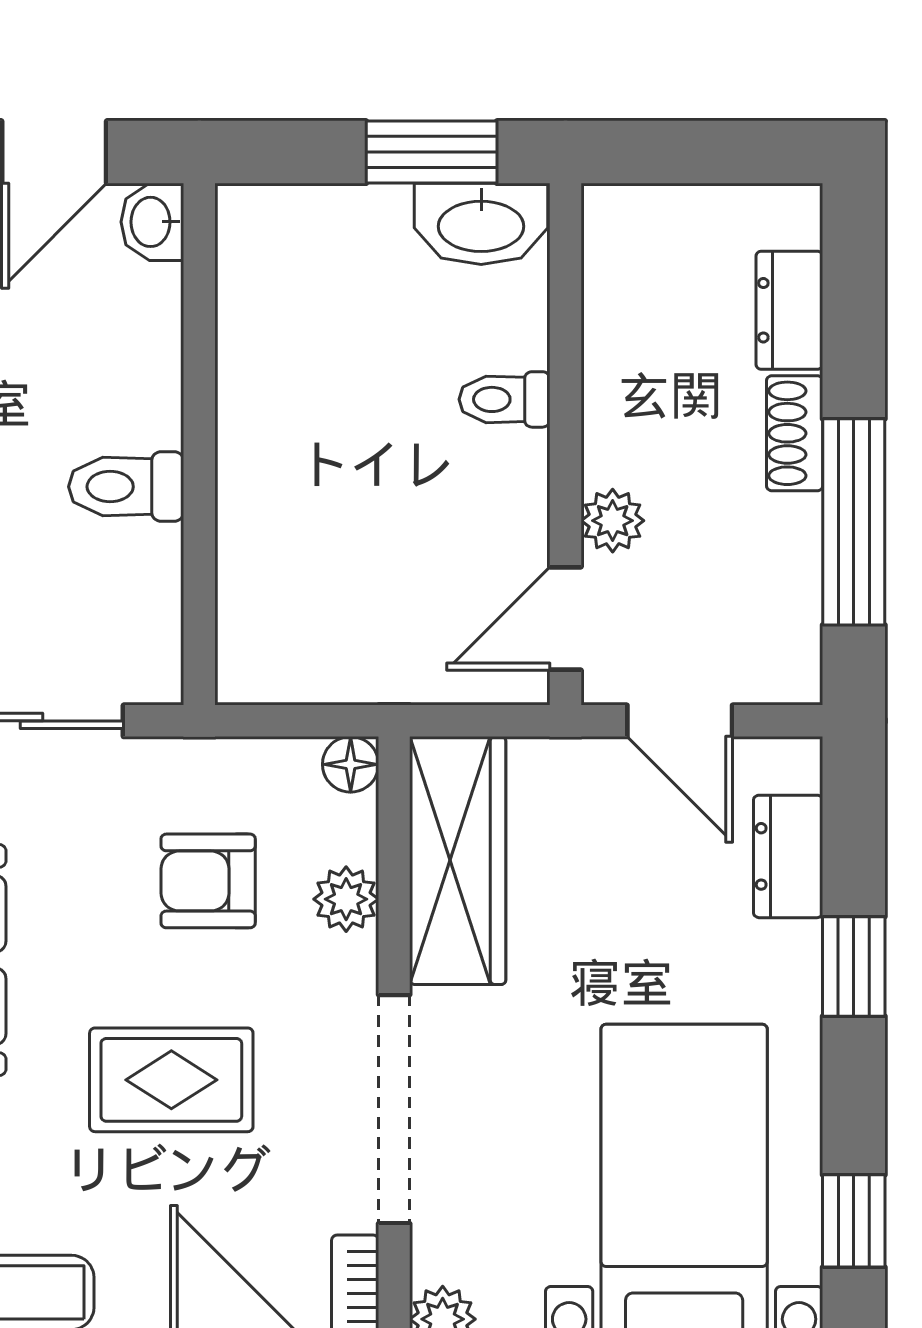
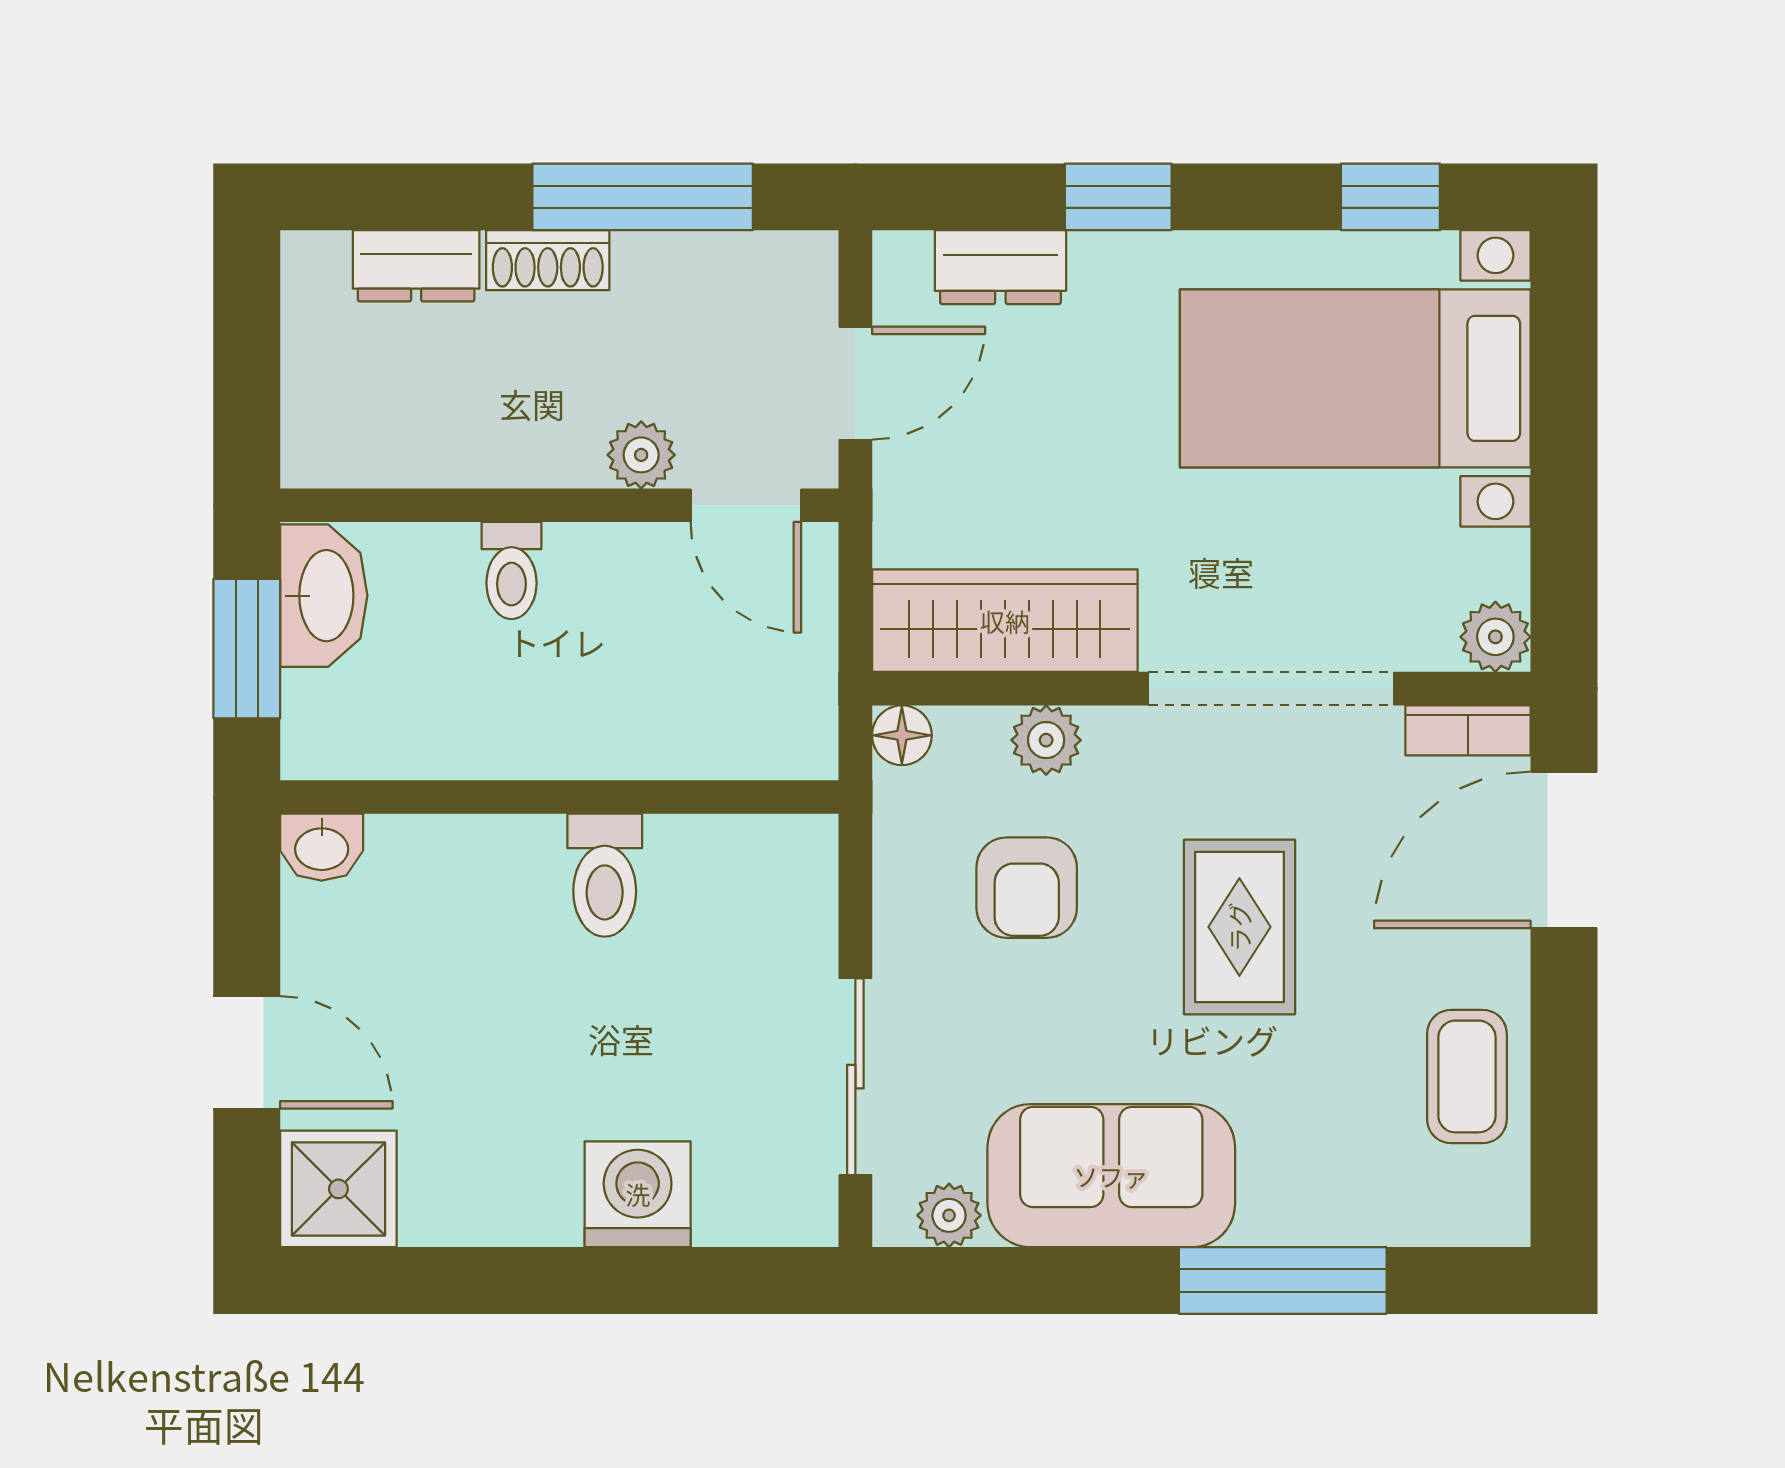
washbasin: (152, 222) -> (322, 847), moved
wall: (199, 444) -> (559, 797), moved
toilet: (126, 487) -> (605, 875), moved

